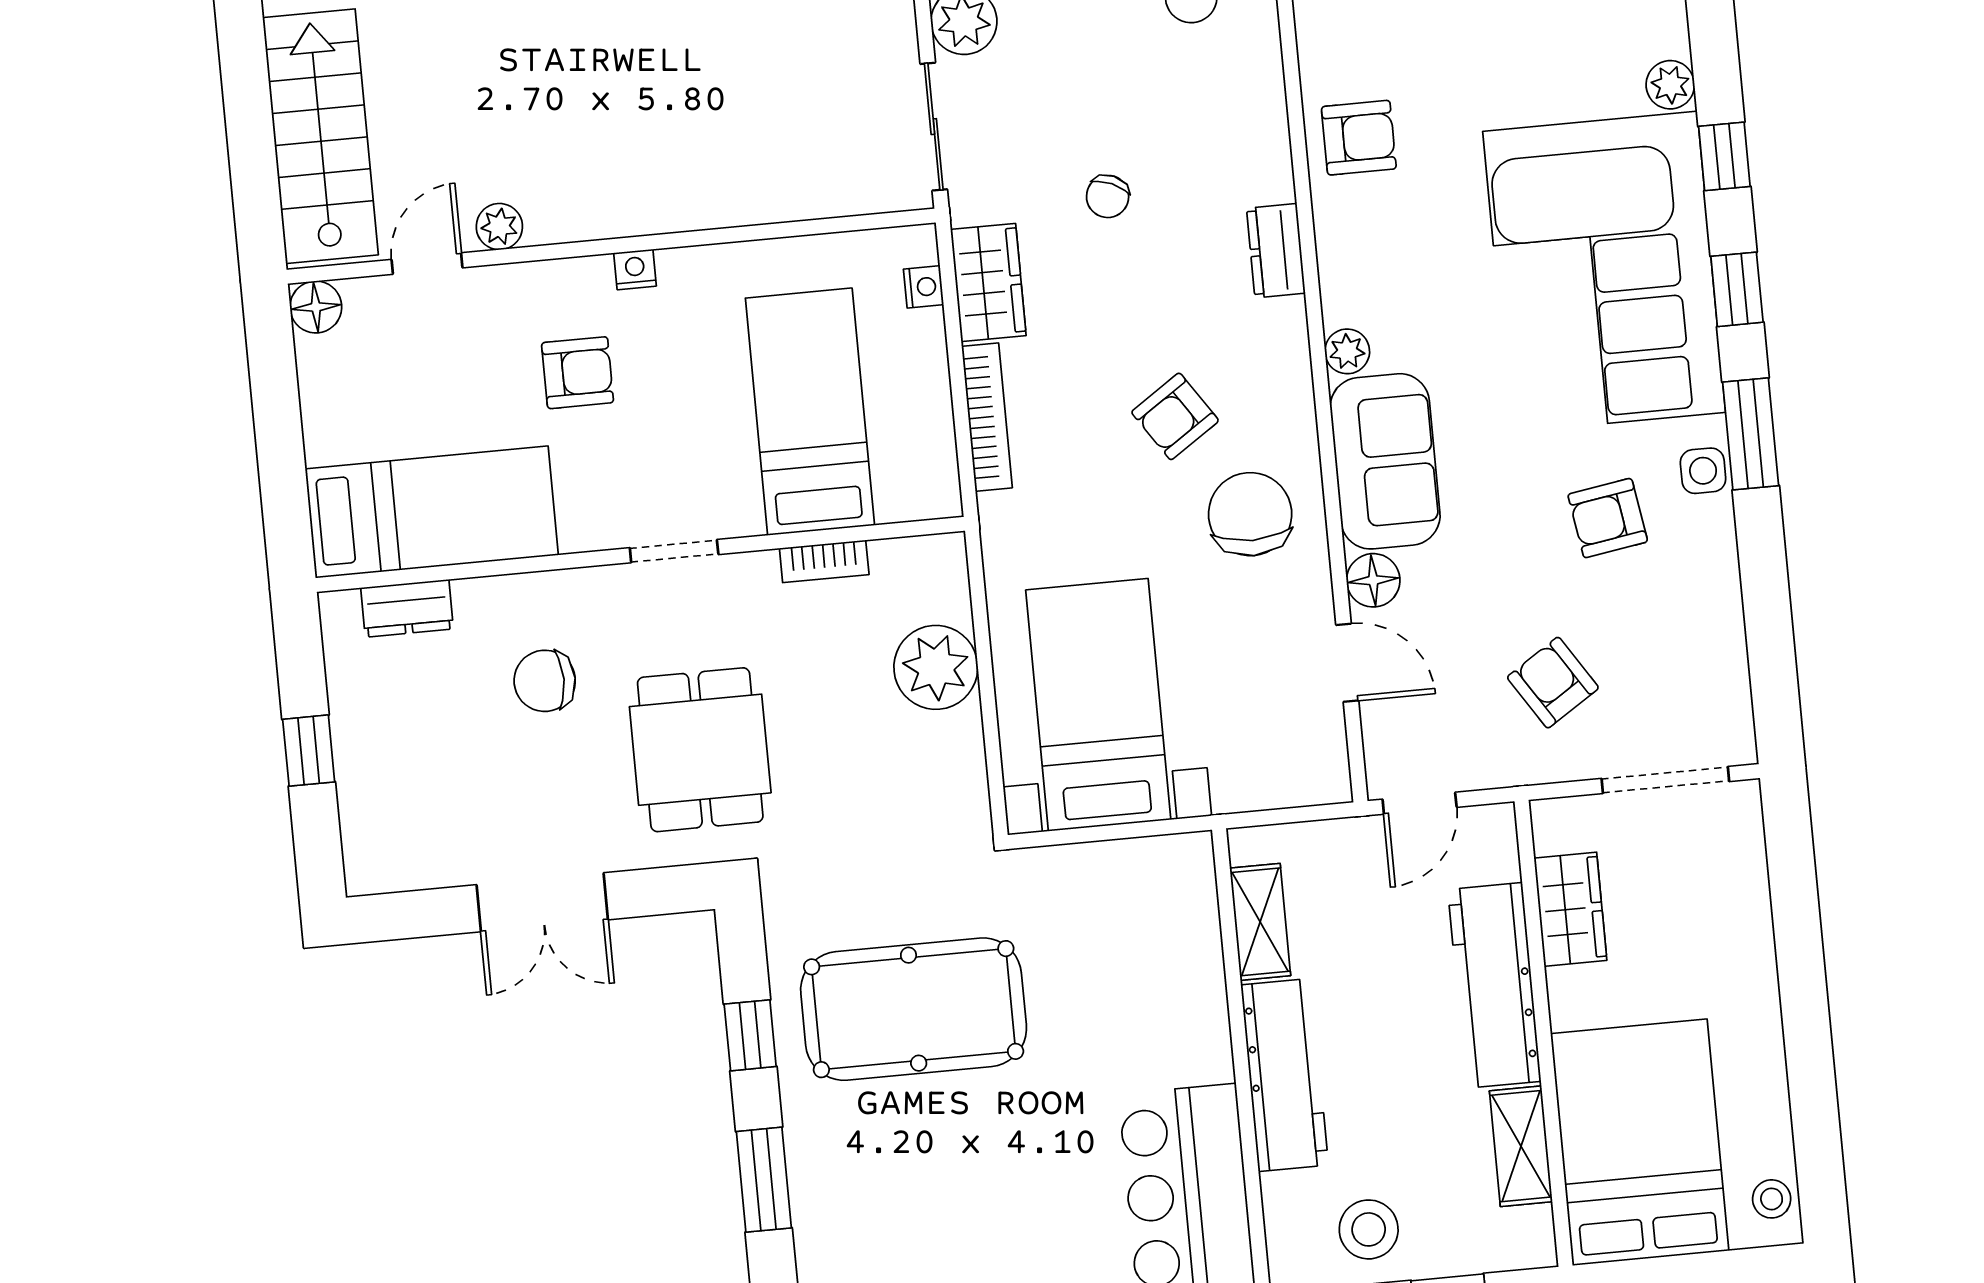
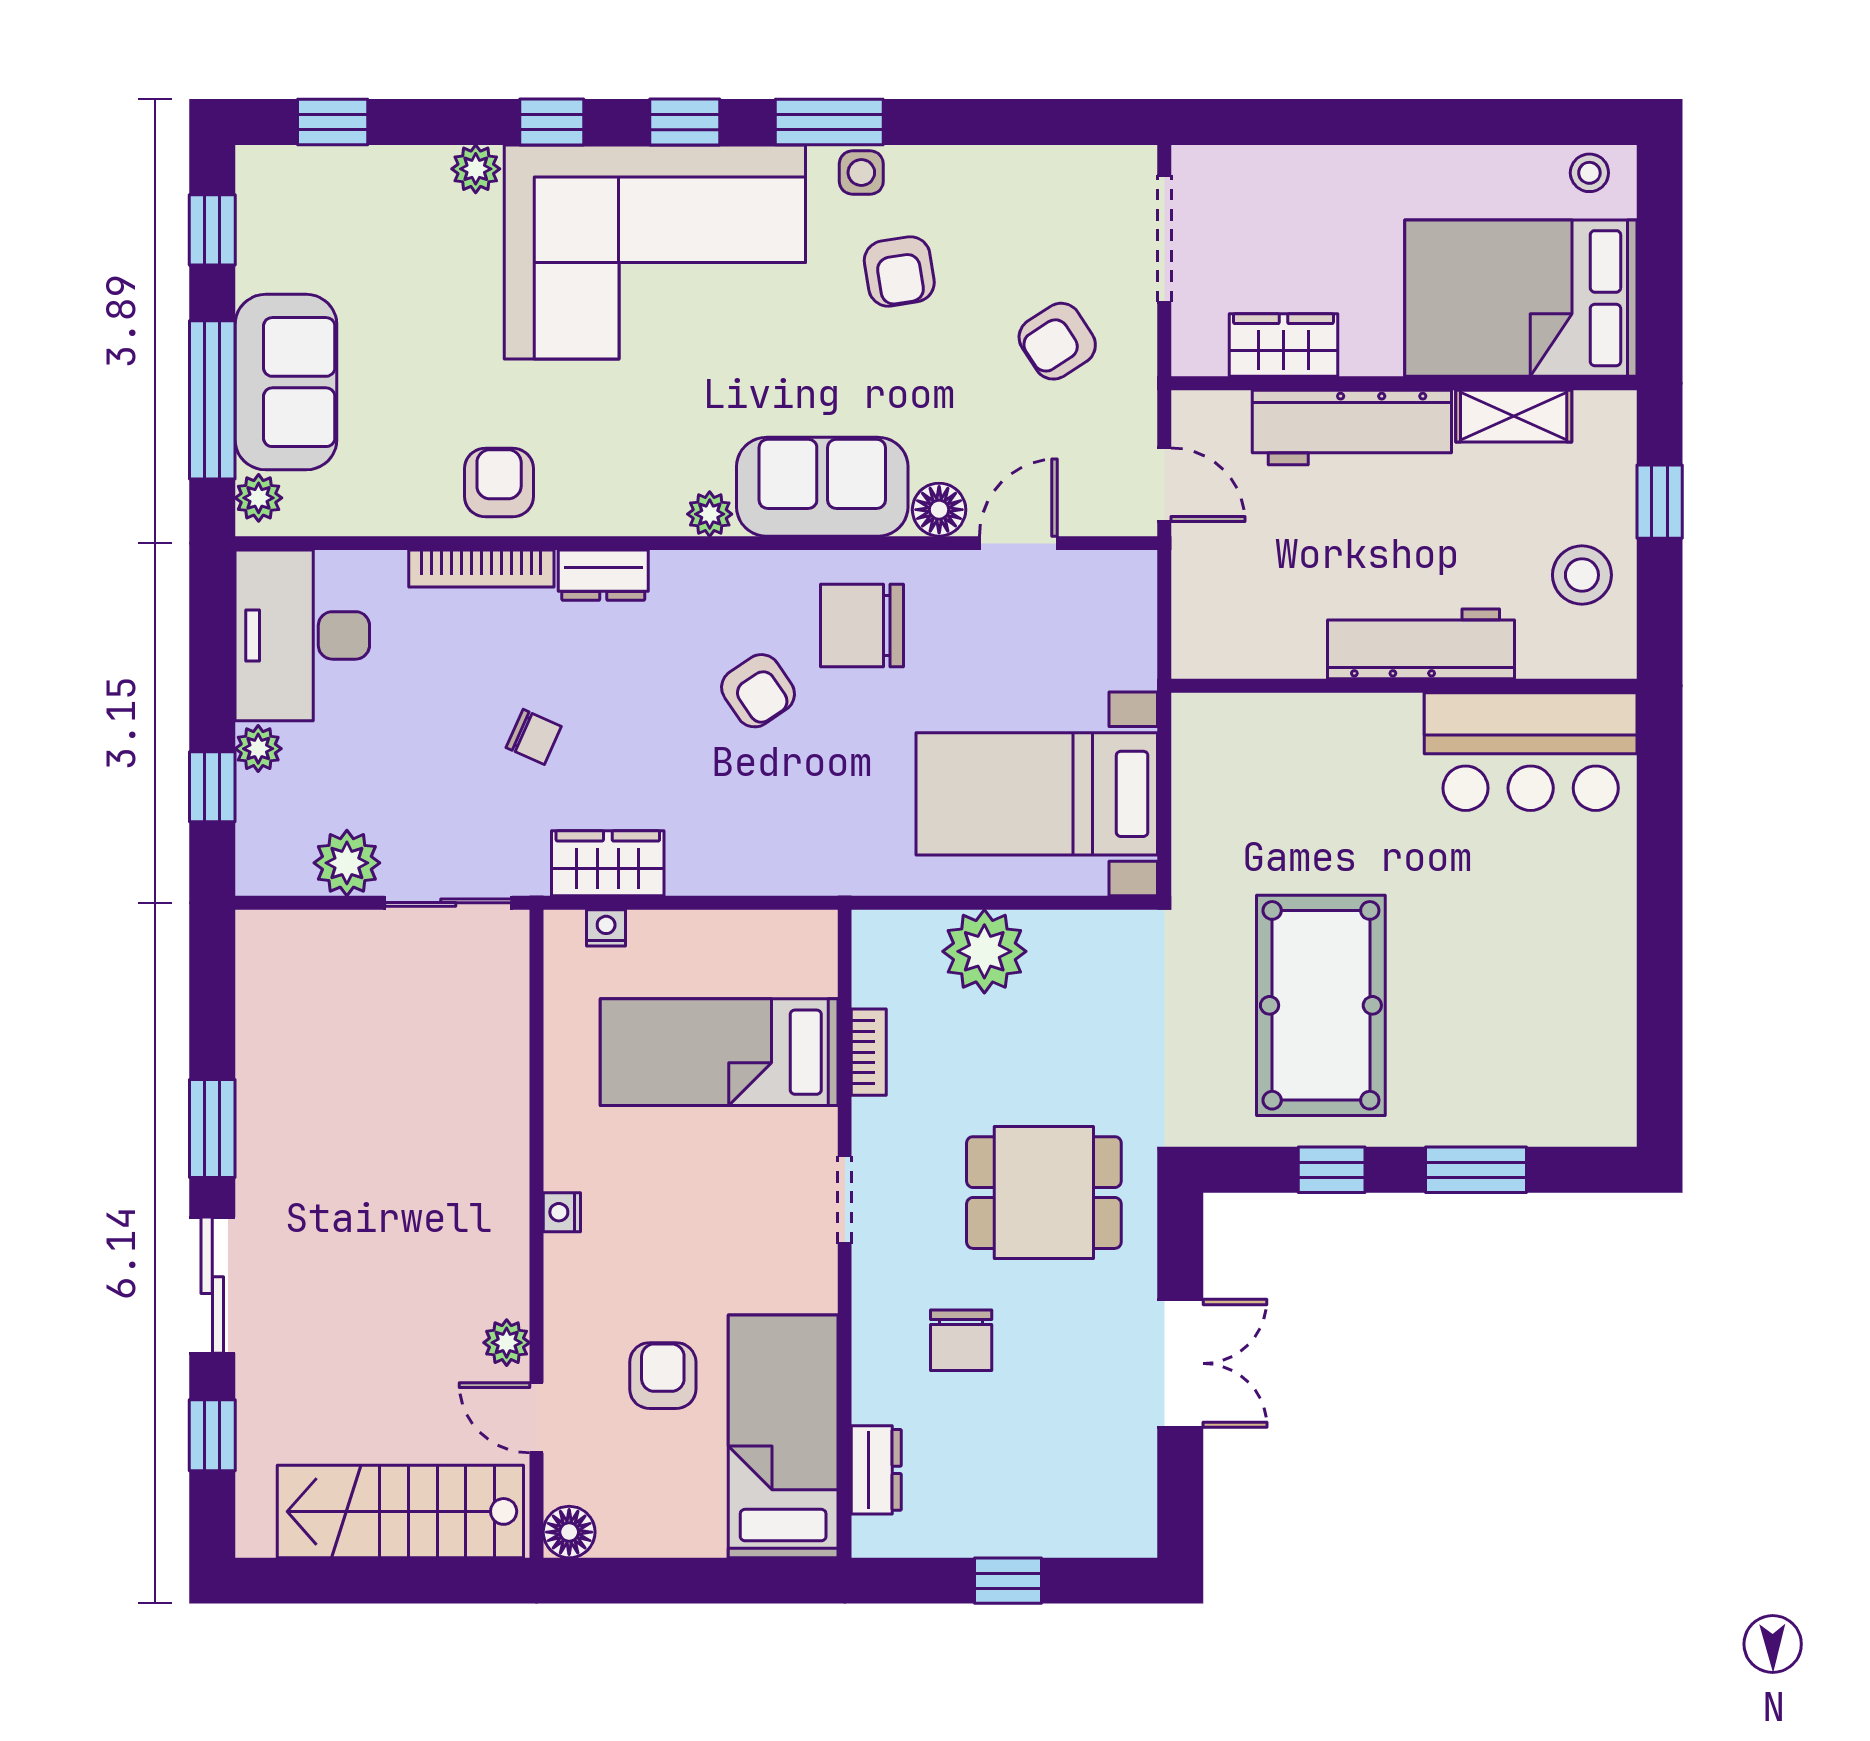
armchair: (578, 373) -> (663, 1376), moved
bookcase: (987, 417) -> (481, 569), moved, turned 180
shelving: (1260, 922) -> (1267, 654), removed

